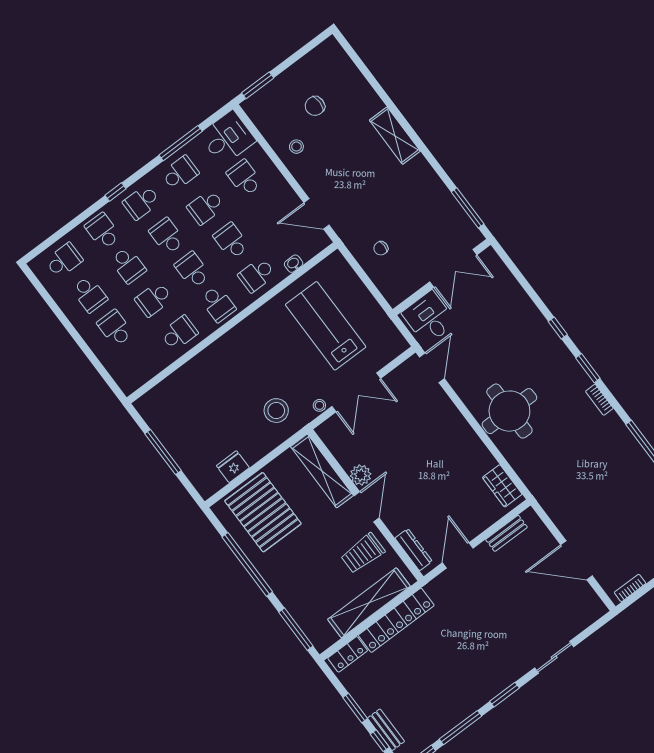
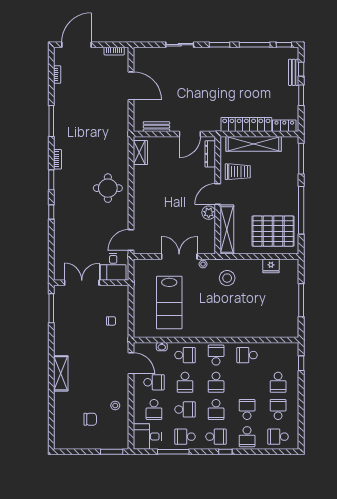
school desk: (154, 299) -> (154, 382), moved
window: (104, 374) -> (301, 363), added
round table: (509, 411) -> (108, 188), width x0.73, depth x0.73
pallet: (263, 512) -> (273, 231), turned 90

